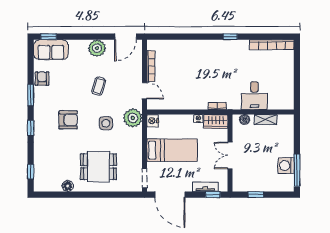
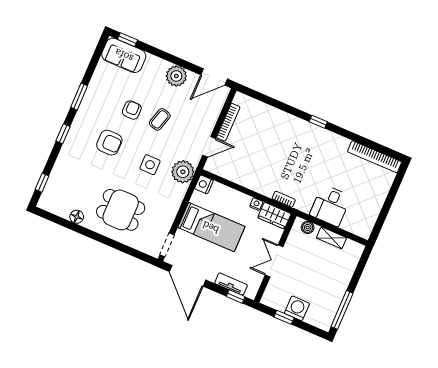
window: (230, 37) -> (318, 122), moved
armchair: (42, 79) -> (132, 110), moved
door: (145, 91) -> (209, 147), hinge flipped
washing machine: (286, 166) -> (297, 308), moved, turned 90

